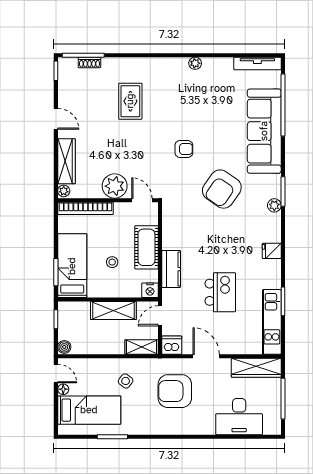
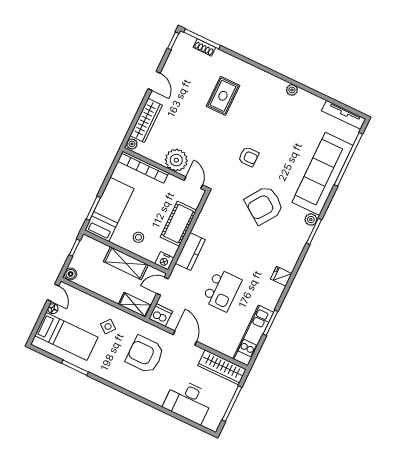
plant: (274, 205) -> (311, 220), moved
stool: (112, 262) -> (138, 237), moved

